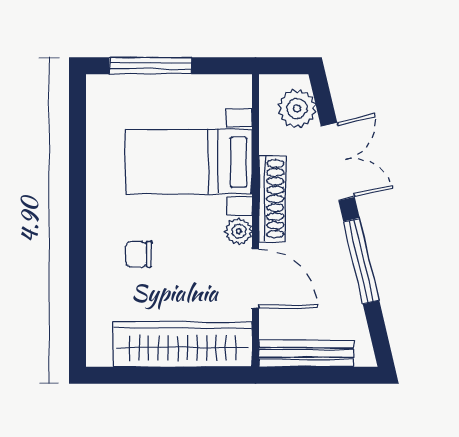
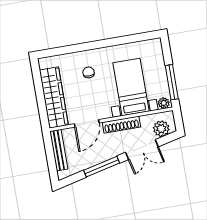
window: (151, 66) -> (172, 82), moved
plant: (239, 231) -> (164, 103), moved

